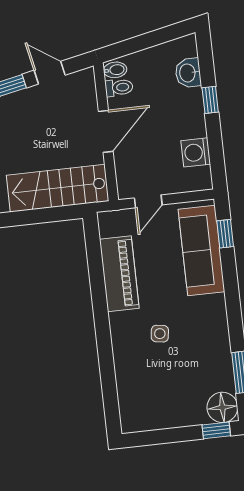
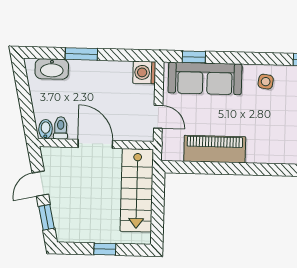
washbasin: (188, 73) -> (52, 69), width x1.38
window: (210, 100) -> (81, 54), width x1.50
washing machine: (196, 152) -> (144, 72), moved, turned 90
side table: (160, 334) -> (266, 82), moved

